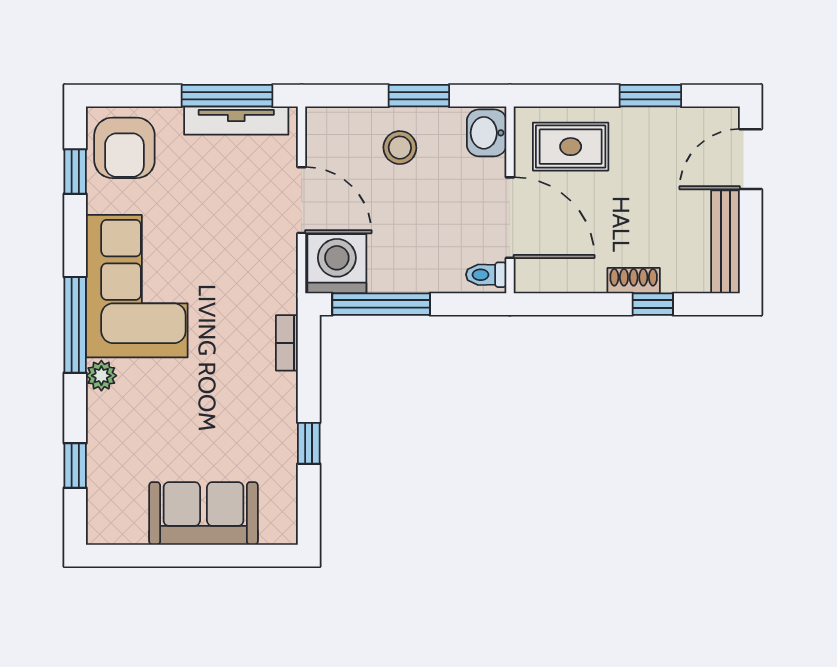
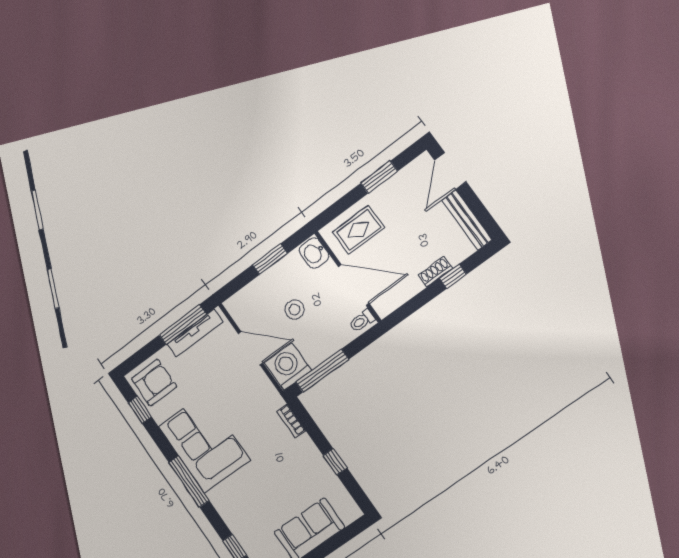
armchair: (124, 148) -> (154, 383), turned -90
stool: (400, 148) -> (294, 310), moved
plant: (101, 376) -> (217, 497), removed

